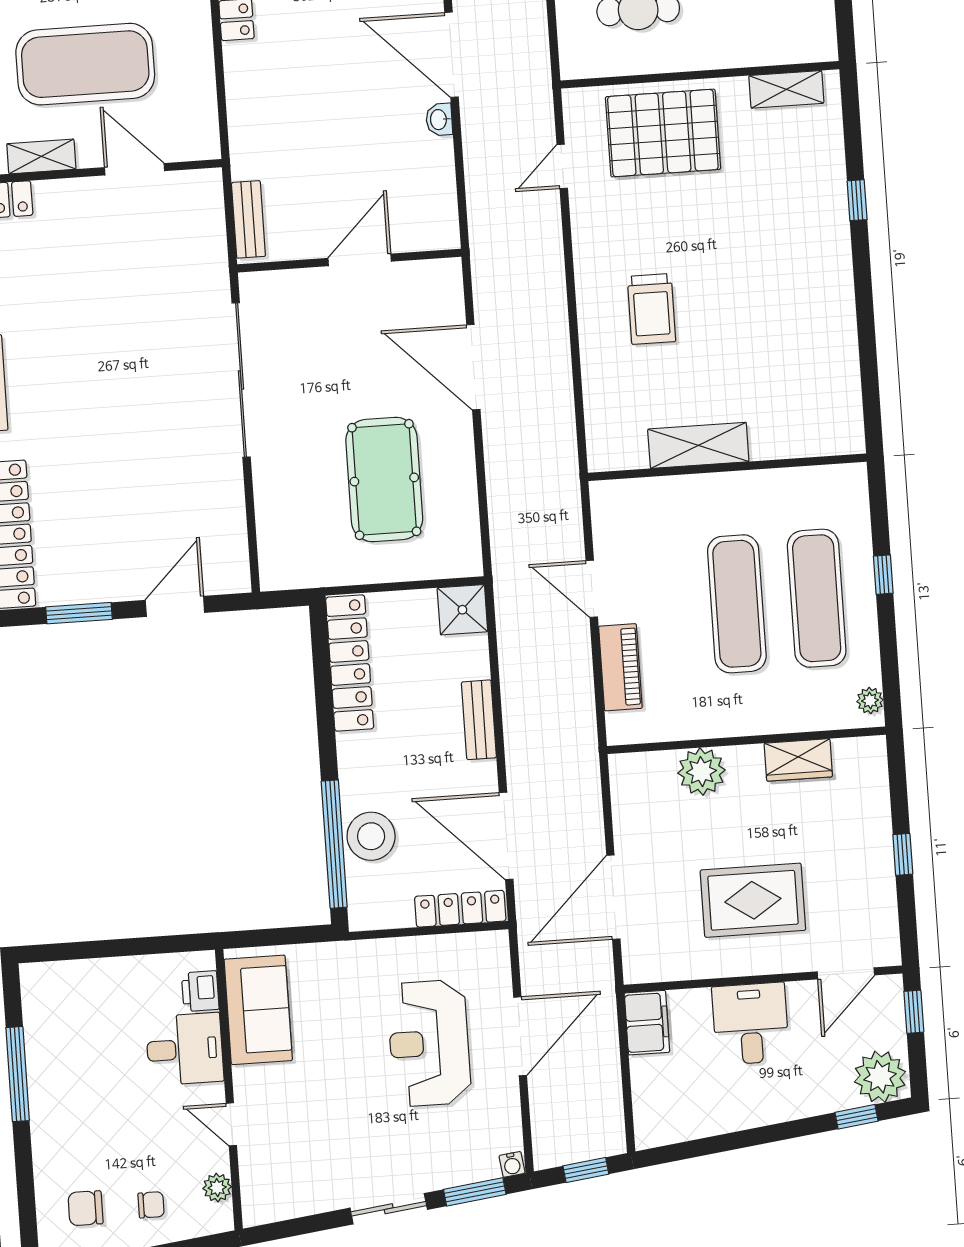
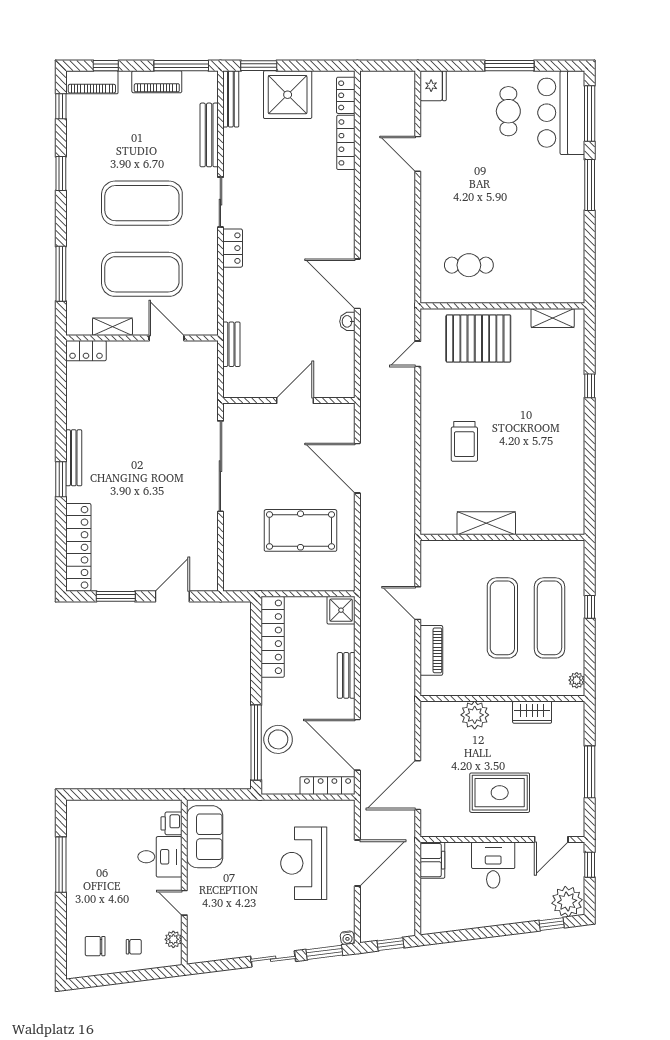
bench: (248, 219) -> (231, 344), moved
pool table: (384, 480) -> (300, 530), turned 90
window: (903, 854) -> (590, 772), width x2.17

